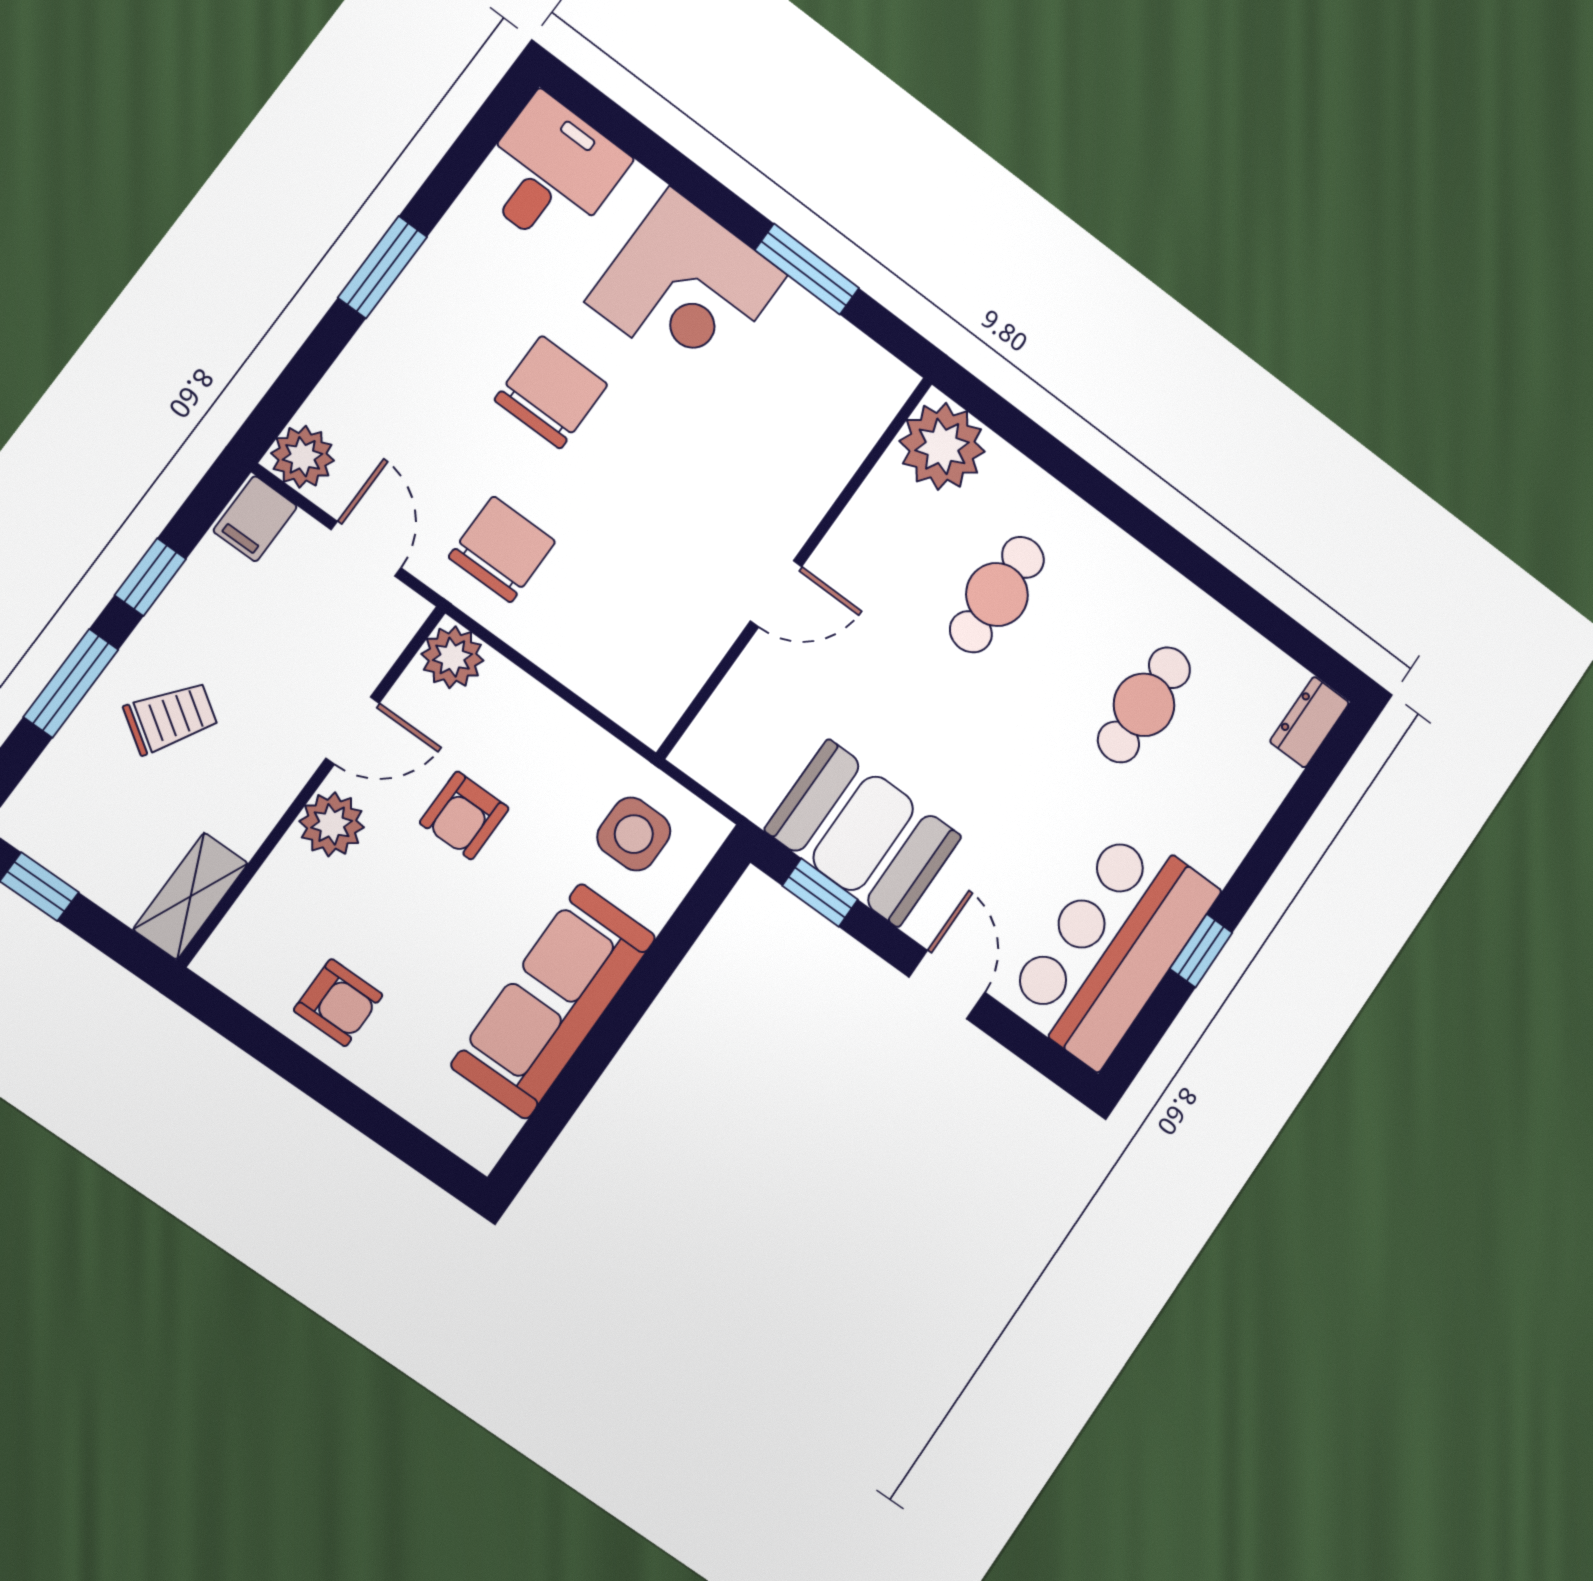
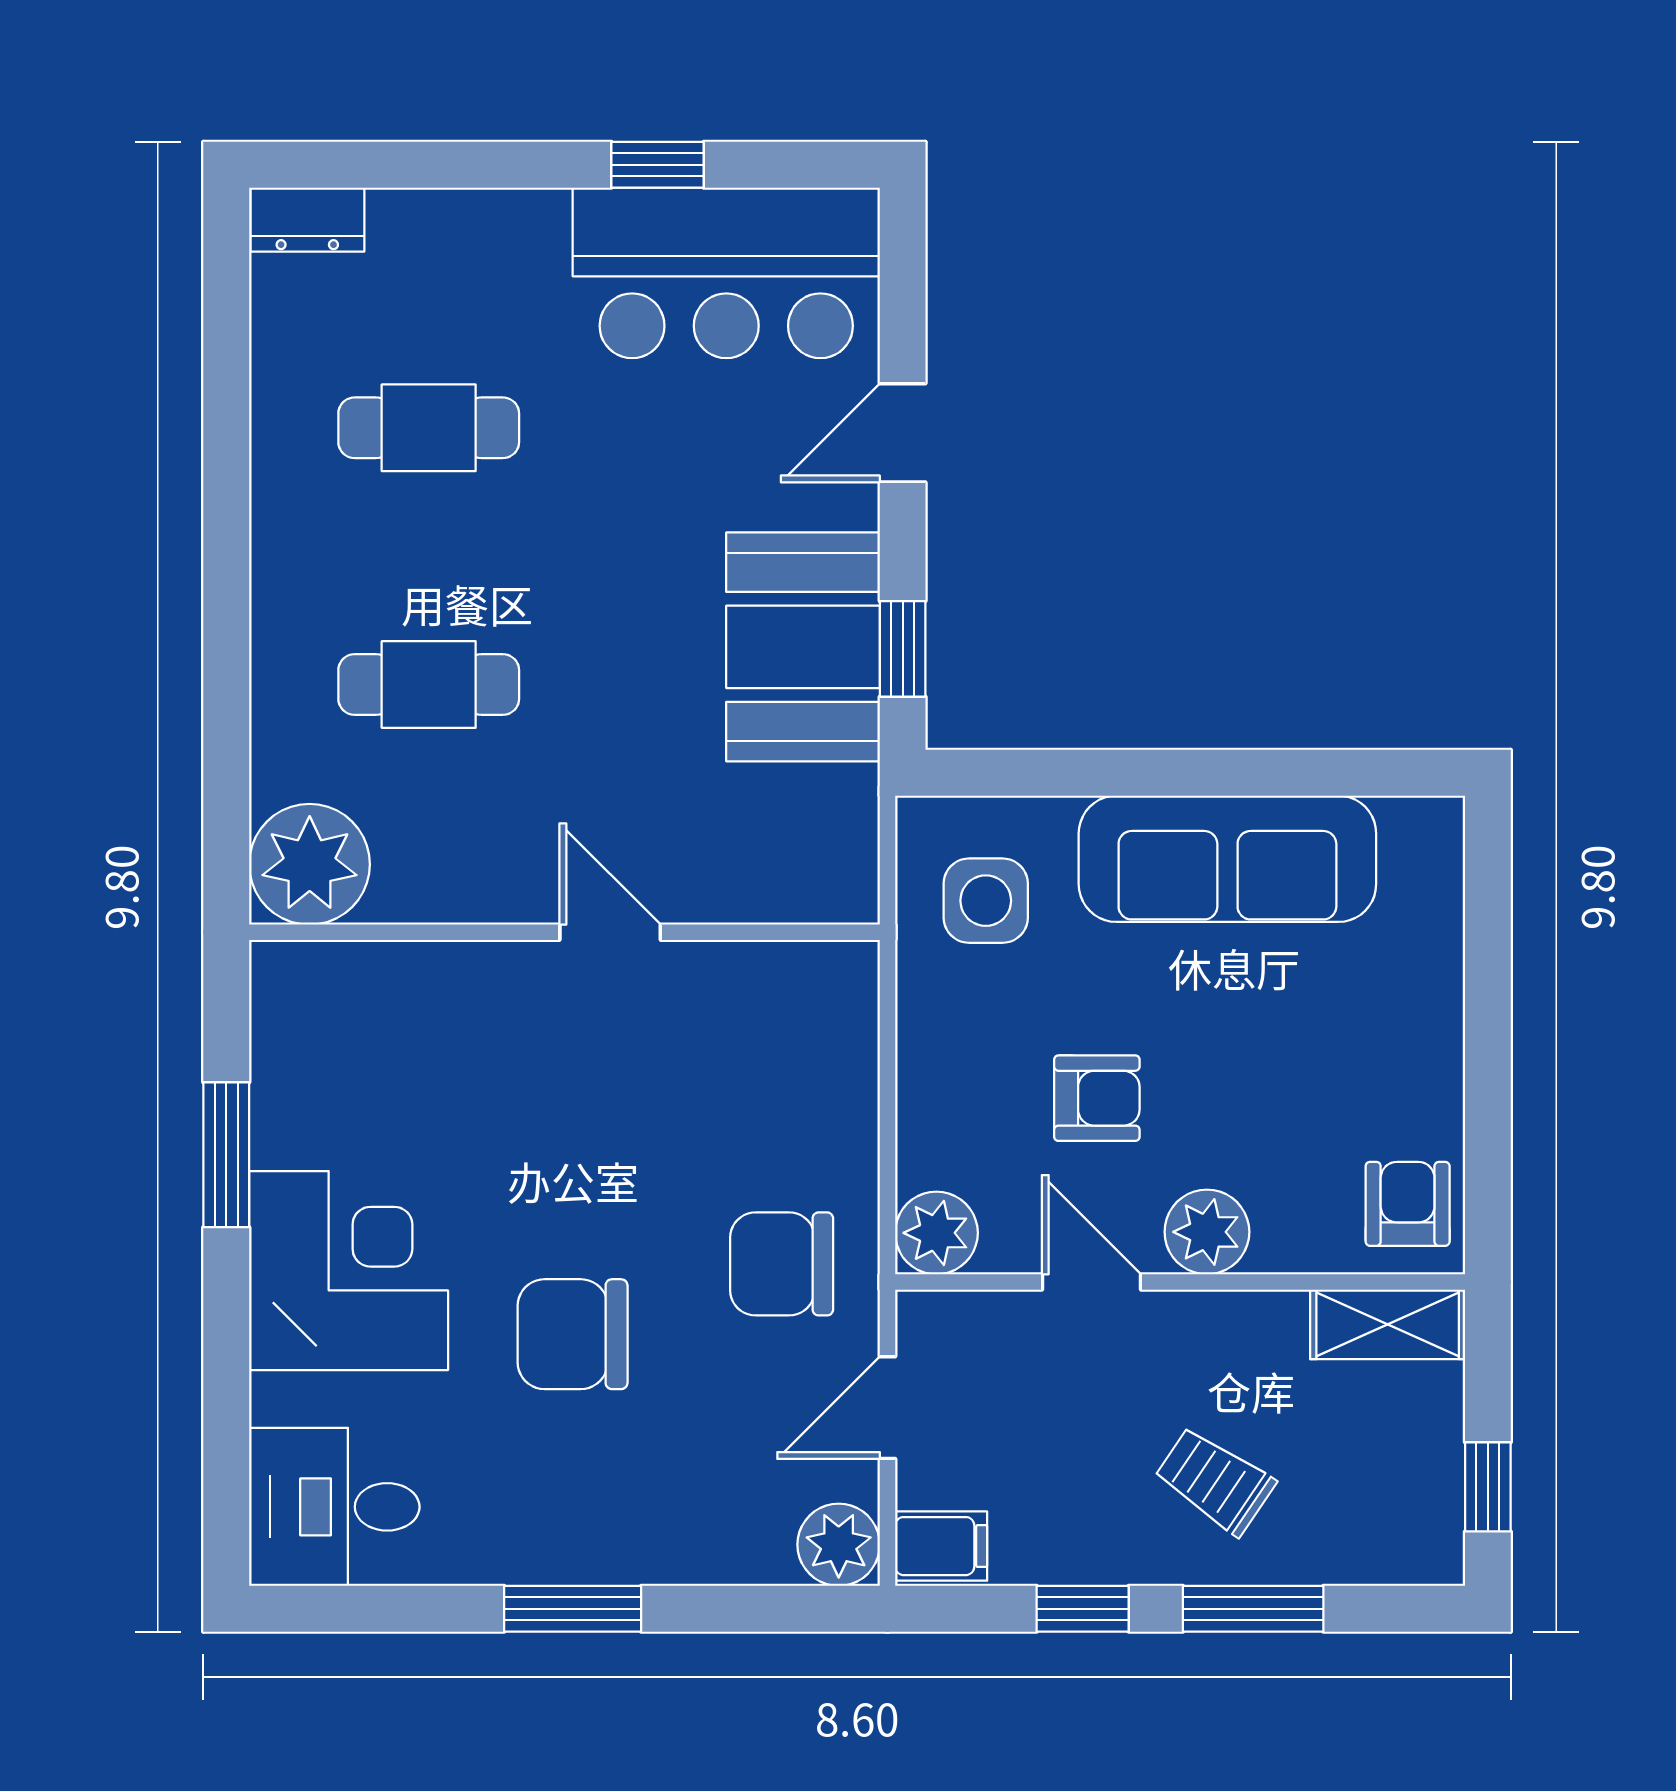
armchair: (338, 1003) -> (1408, 1204), moved

